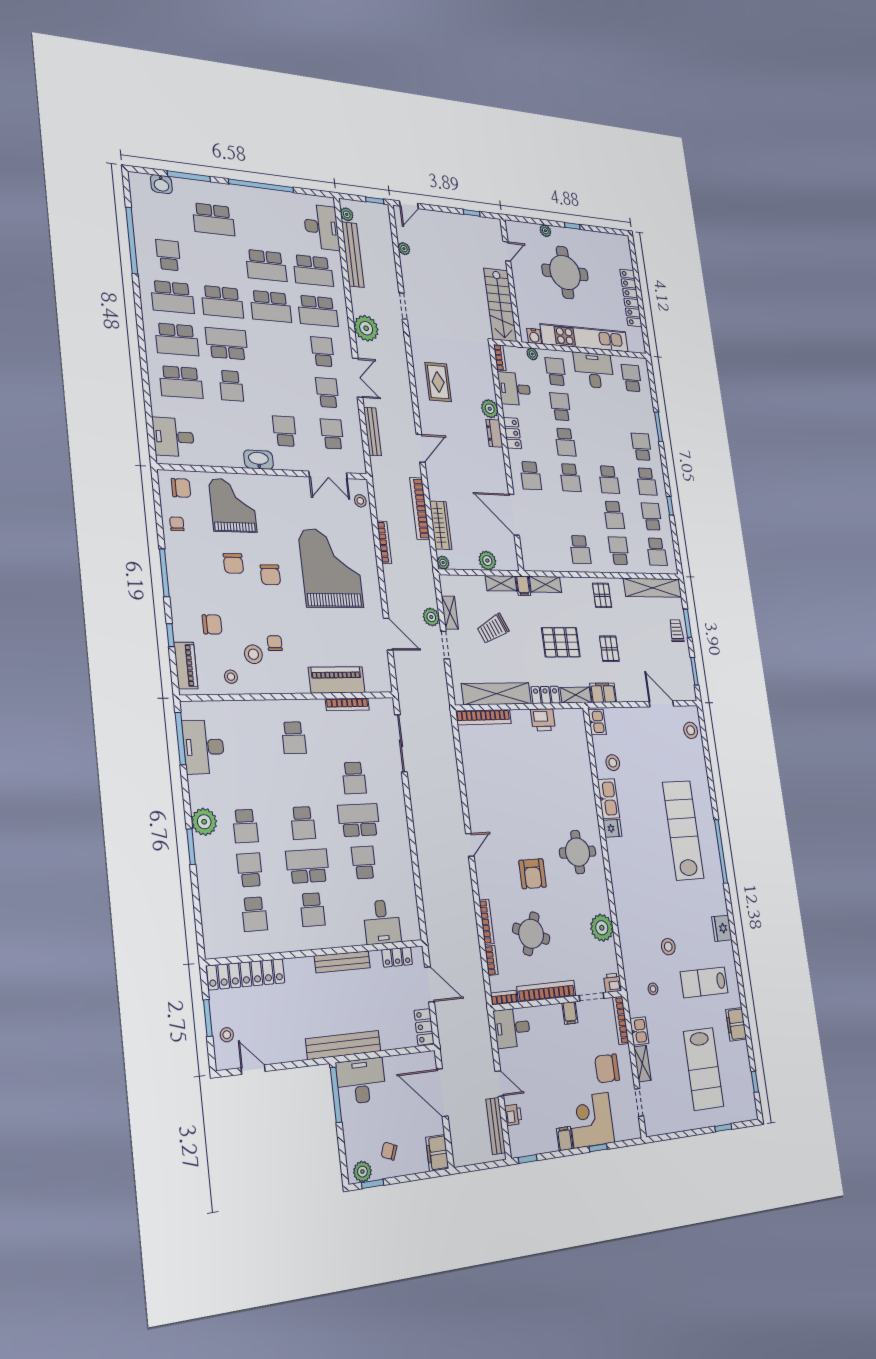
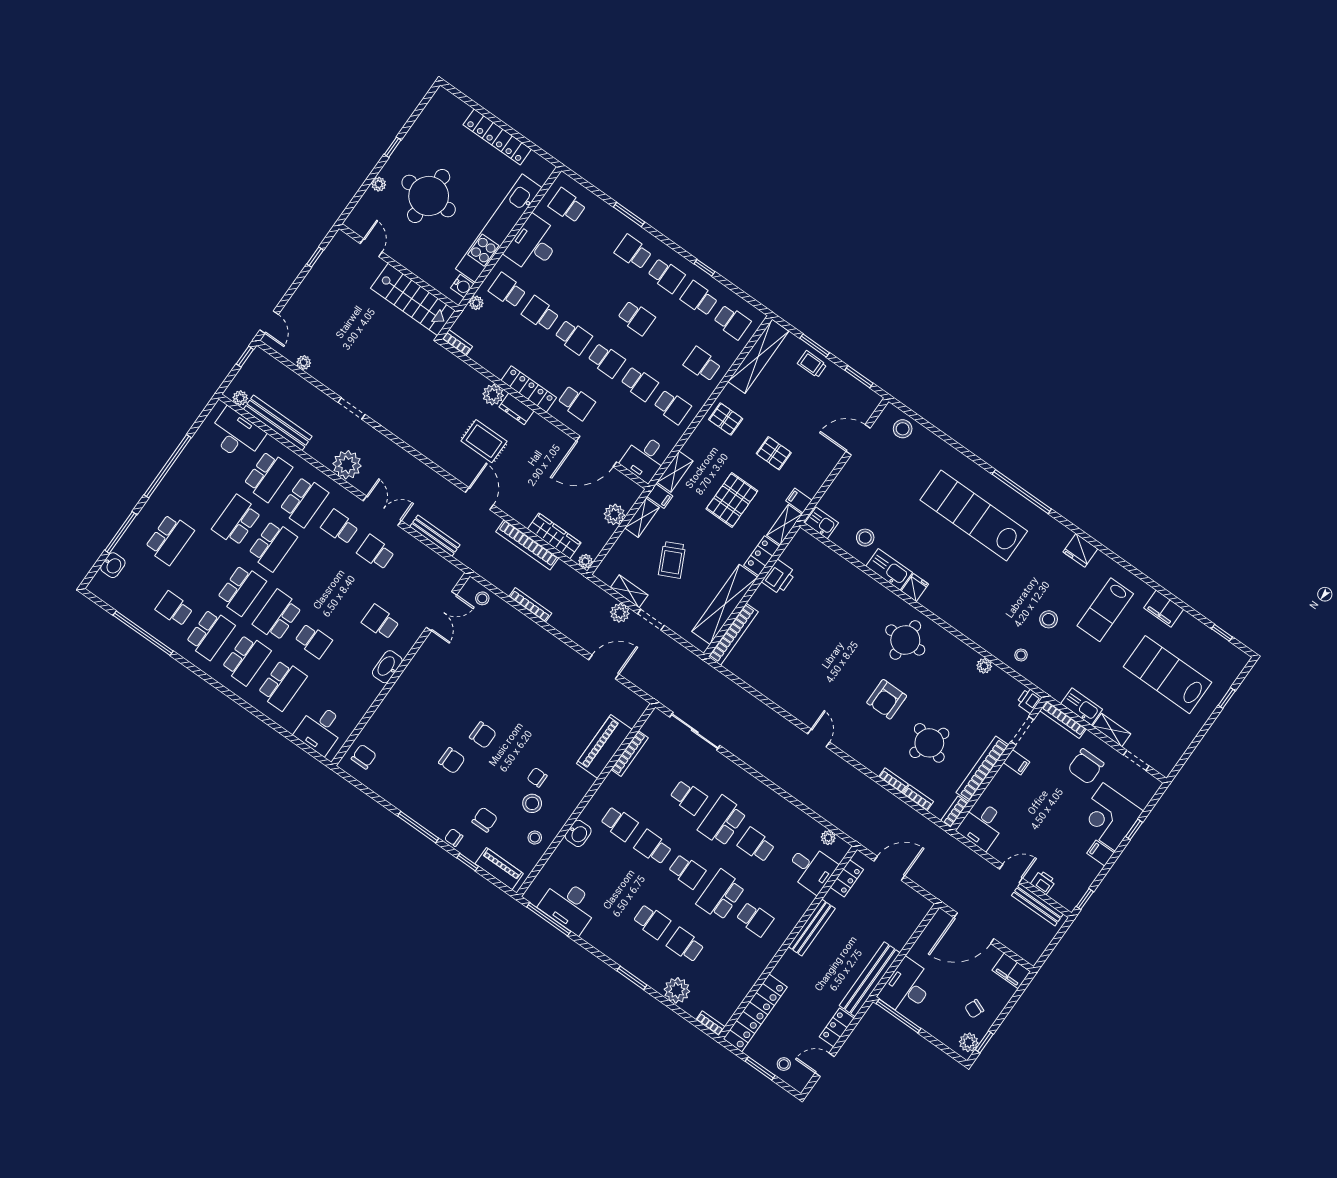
school desk: (266, 266) -> (237, 520), turned 180
rug: (438, 382) -> (484, 441), moved
desk: (515, 389) -> (645, 458), moved
locker: (512, 433) -> (529, 389), width x1.53
school desk: (332, 434) -> (412, 578), removed
grand piano: (233, 505) -> (407, 722), removed
school desk: (614, 515) -> (639, 383), moved
chair: (177, 524) -> (454, 838), moved
grand piano: (331, 568) -> (516, 675), removed
filing cabinet: (603, 693) -> (799, 500), width x0.50
washbasin: (261, 710) -> (578, 833), added
plant: (204, 822) -> (677, 990), moved
armchair: (533, 874) -> (887, 699), turned 90
school desk: (254, 914) -> (653, 847), moved, turned 180
plant: (412, 915) -> (828, 838), added
bookcase: (487, 922) -> (893, 780), width x0.64
plant: (602, 928) -> (984, 666), width x0.53, depth x0.53
bookcase: (209, 944) -> (710, 1023), added
stool: (653, 989) -> (1021, 655), moved
locker: (424, 1027) -> (837, 1027), moved, turned 90
kitchen sink: (639, 1031) -> (1082, 706), width x1.38
lab bench: (703, 1069) -> (1167, 675), turned 180

